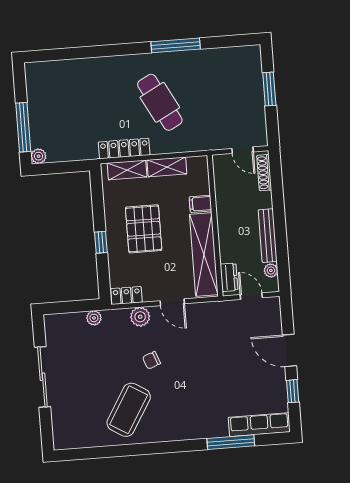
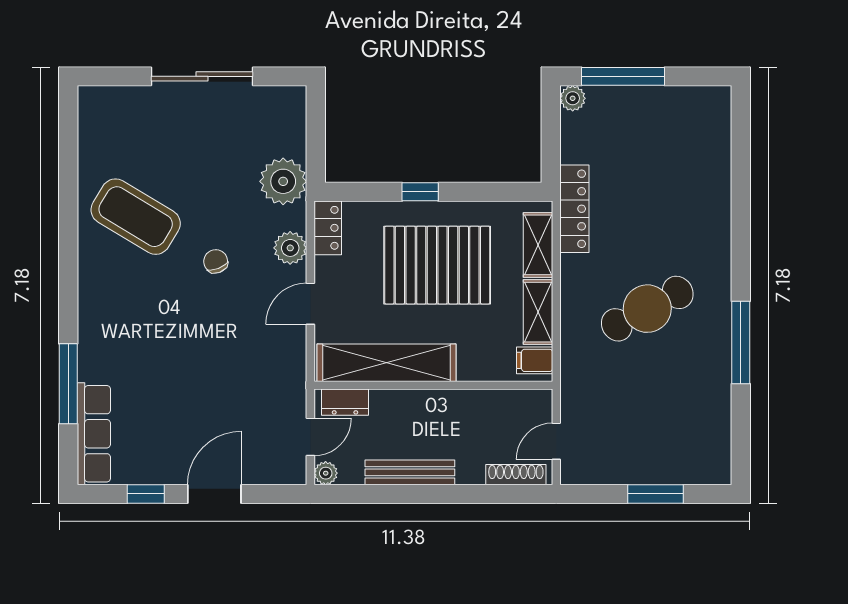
locker: (124, 149) -> (574, 209), moved
filing cabinet: (200, 204) -> (535, 360), moved, turned -90
pallet: (144, 229) -> (437, 265), width x1.37, depth x1.41
plant: (271, 270) -> (326, 473), moved
plant: (94, 318) -> (283, 181), width x1.88, depth x1.88

